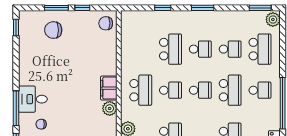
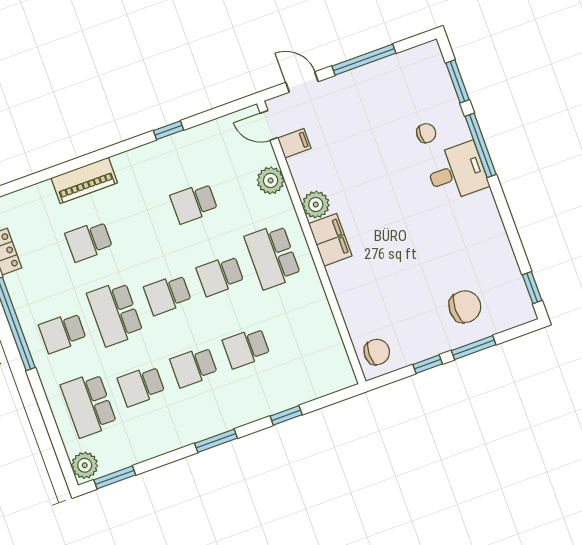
school desk: (171, 49) -> (246, 348), width x0.54

